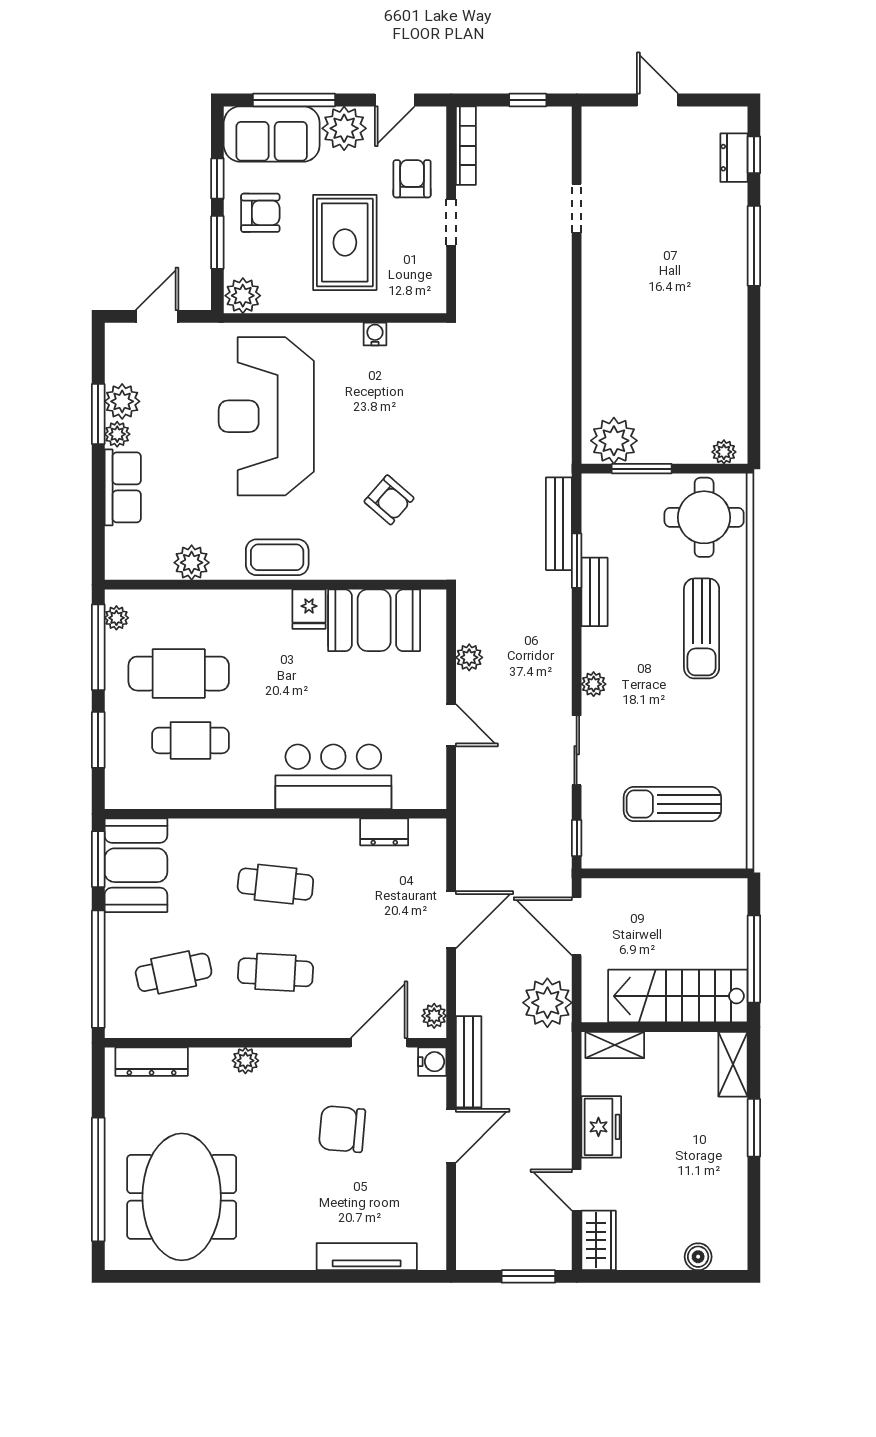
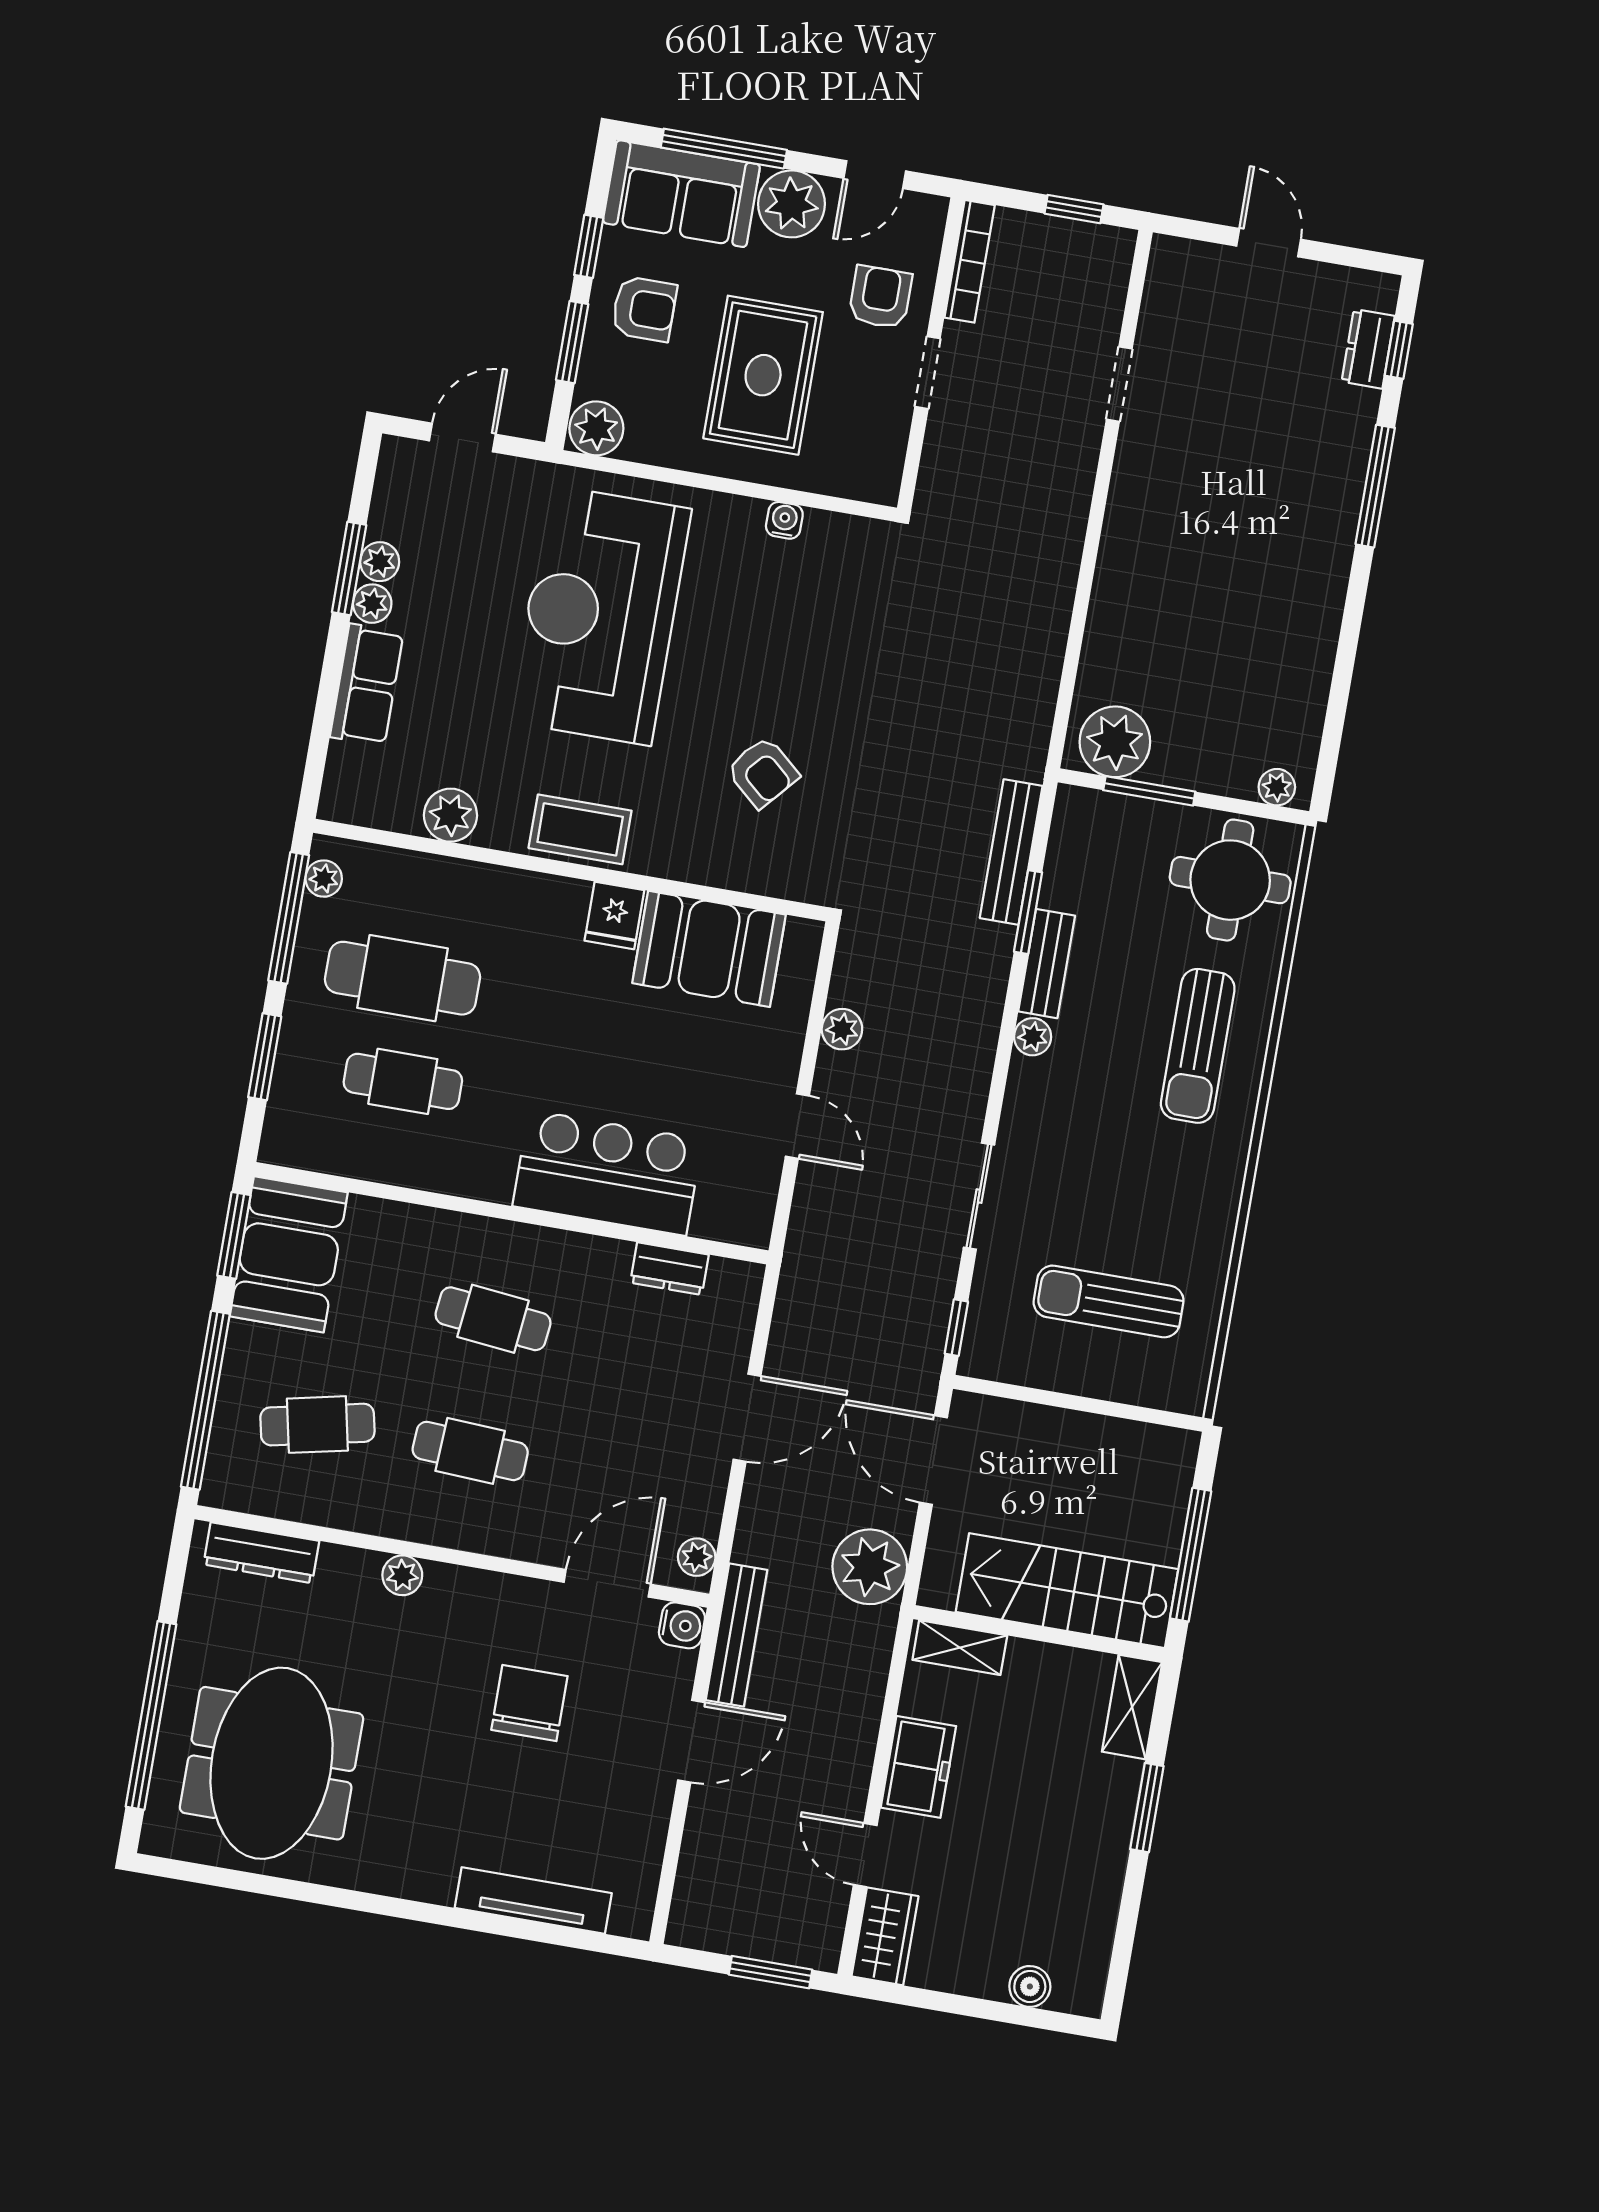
plant: (122, 401) -> (380, 562), width x0.73, depth x0.73
plant: (594, 684) -> (1033, 1037), moved
chair: (342, 1129) -> (529, 1703), turned 85

